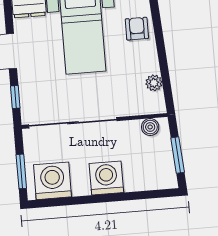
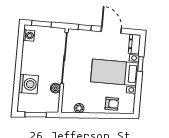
boiler: (150, 127) -> (56, 88), moved
washing machine: (106, 178) -> (28, 84), moved
washing machine: (52, 181) -> (29, 35), width x0.53, depth x0.53

